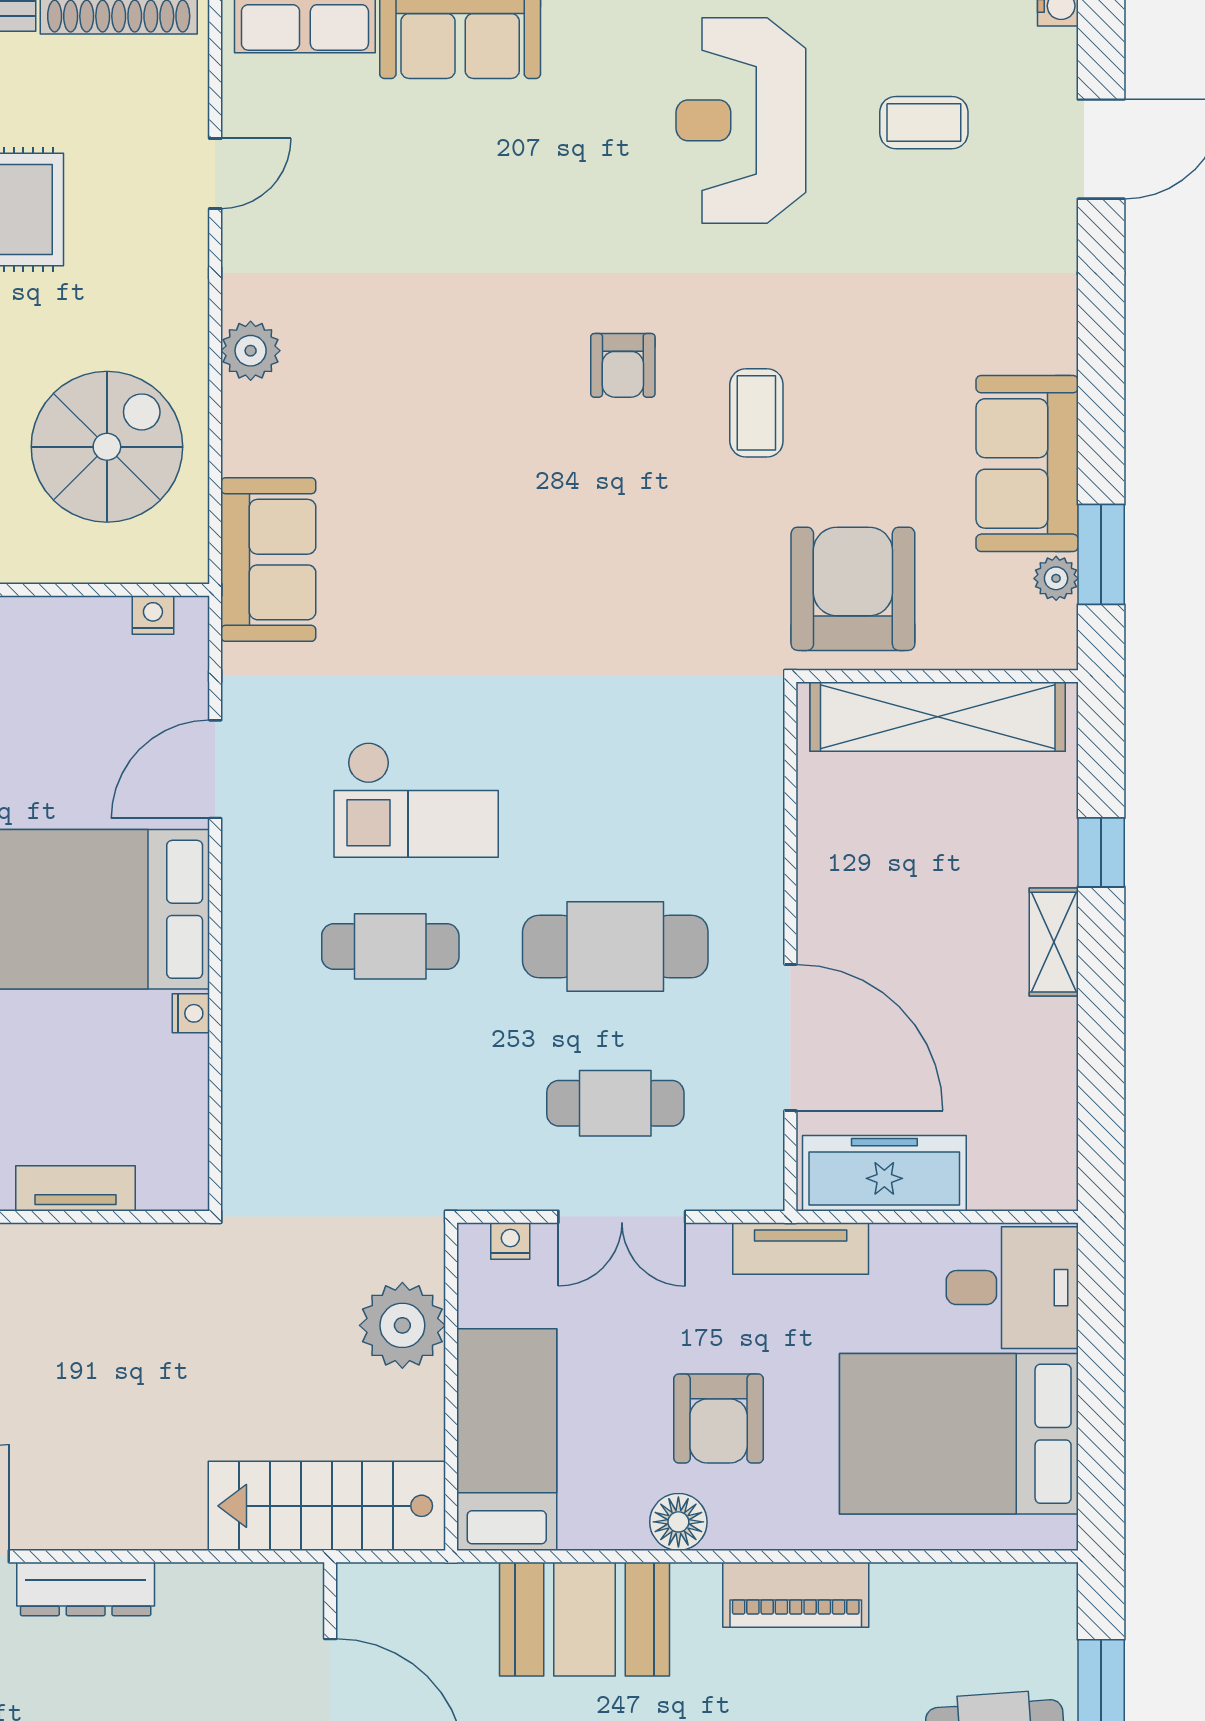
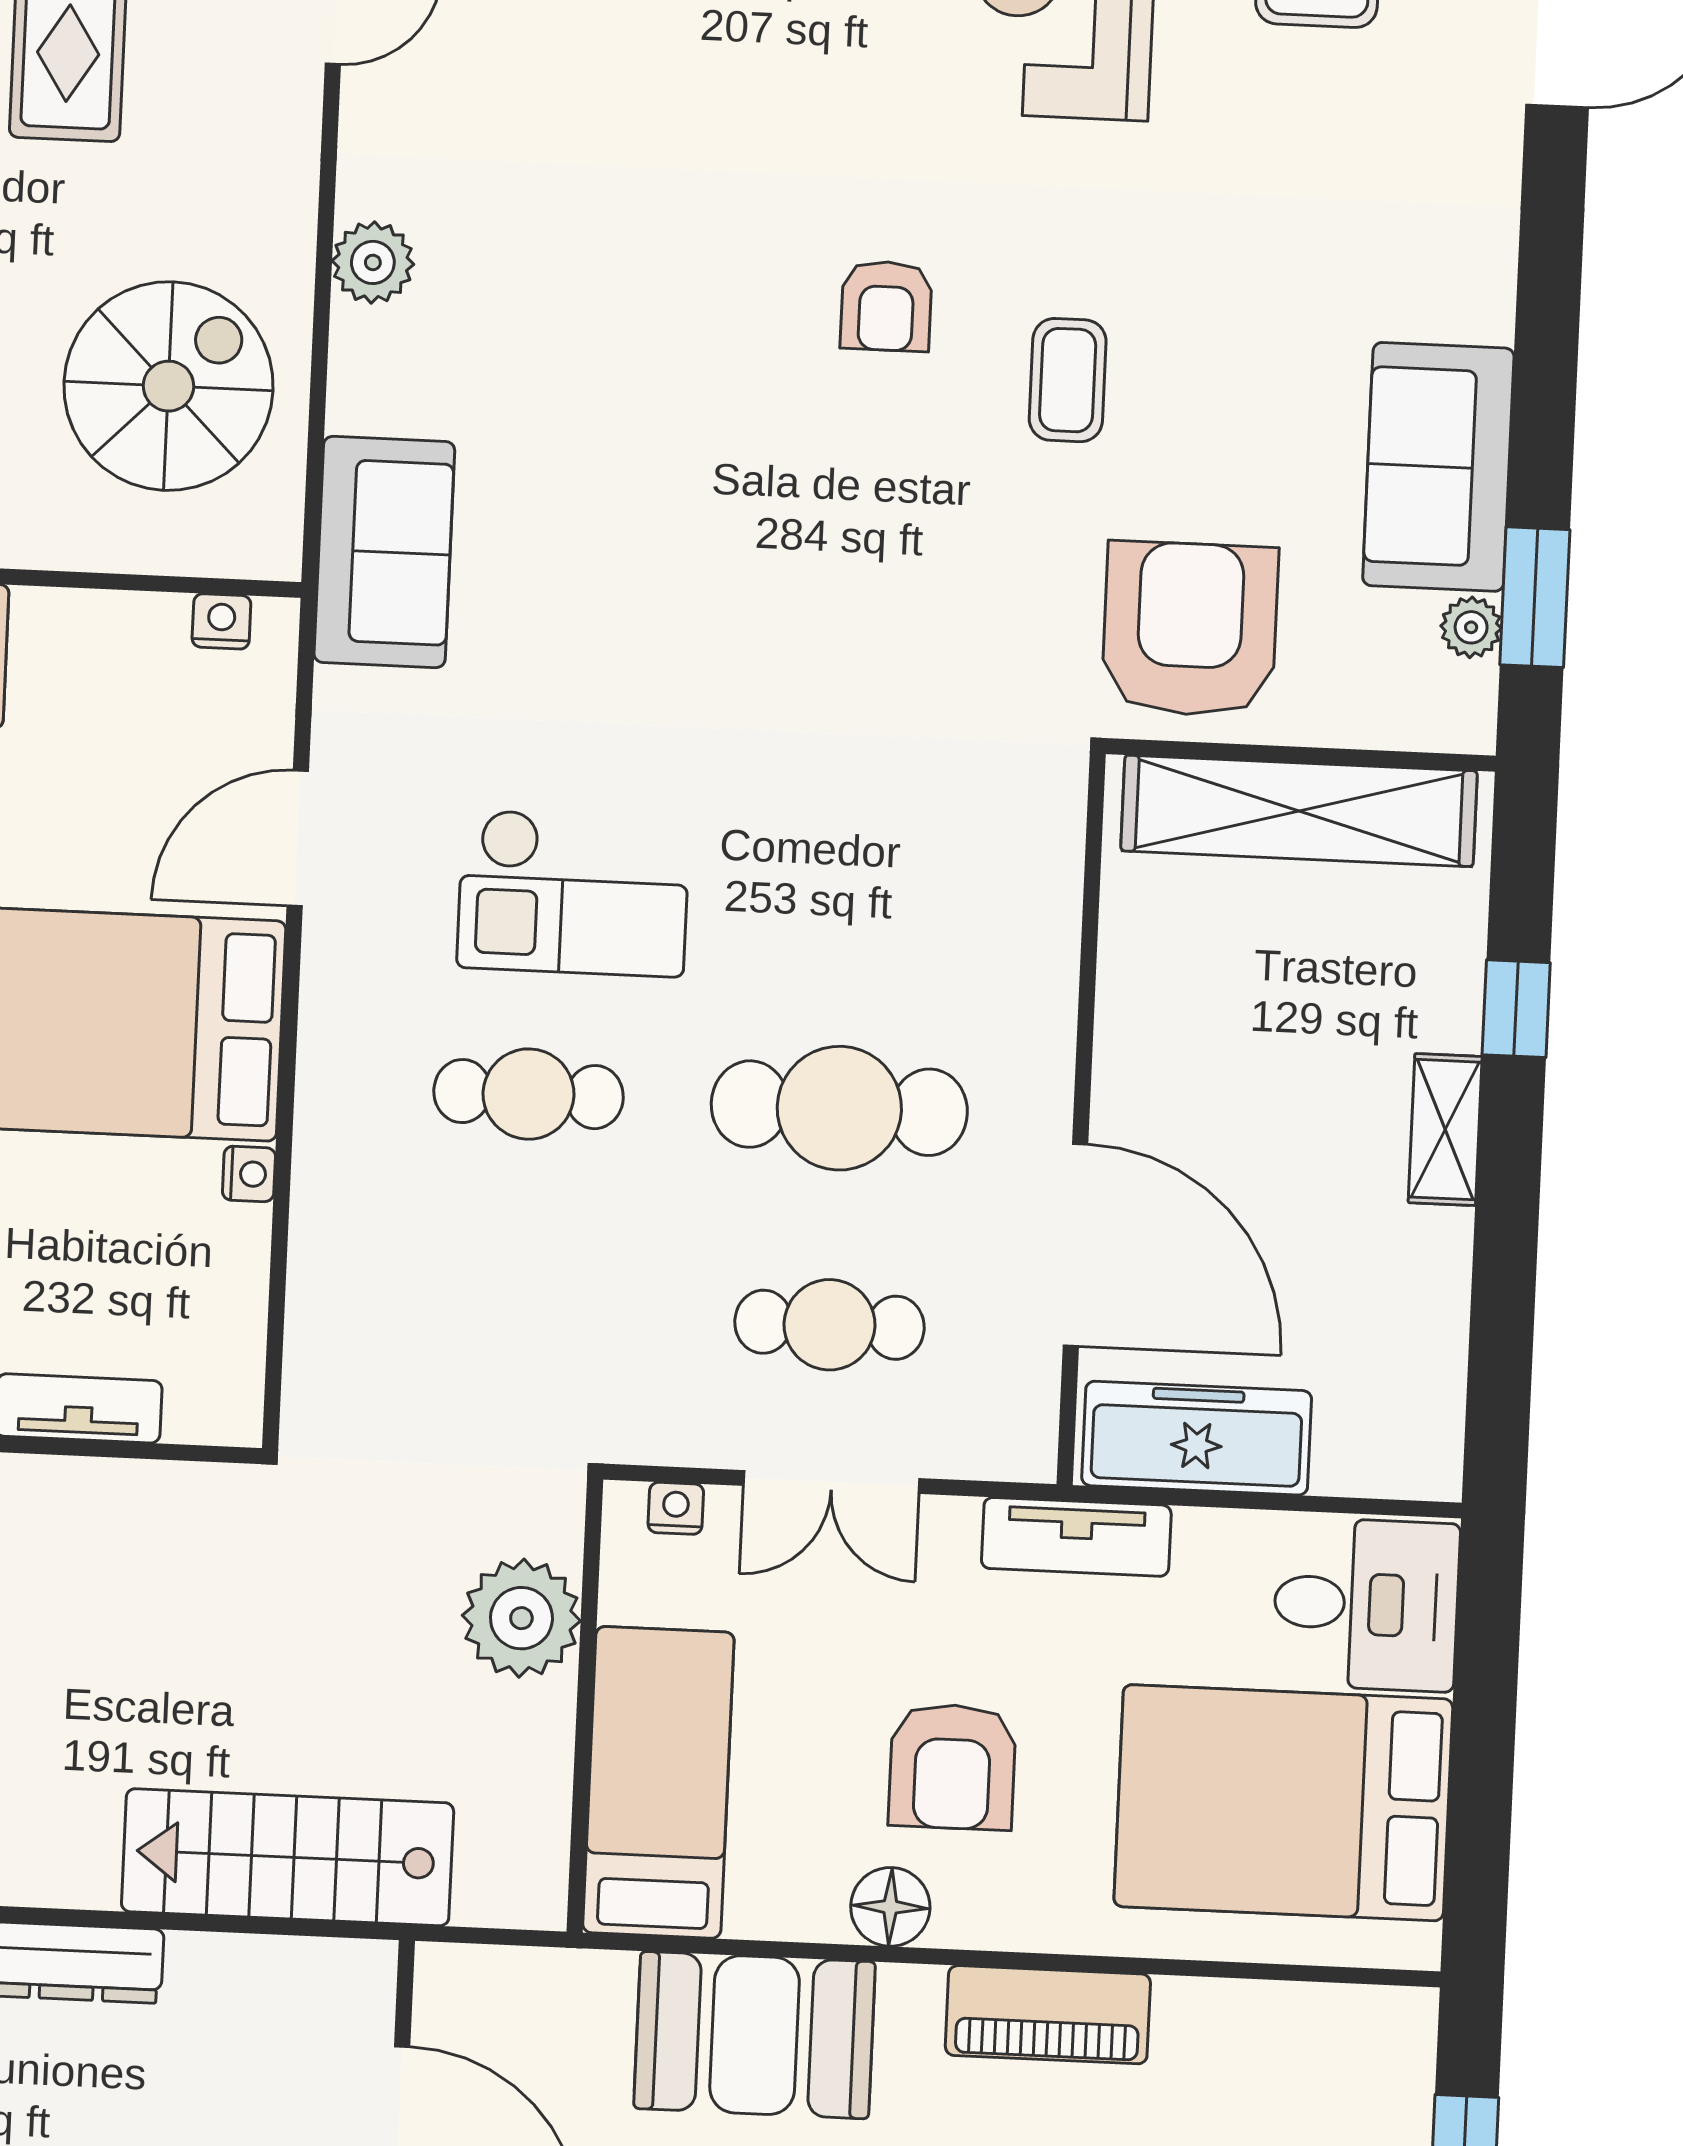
stairs: (327, 1506) -> (288, 1857), moved

